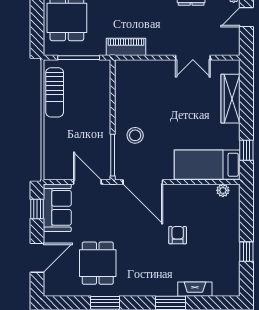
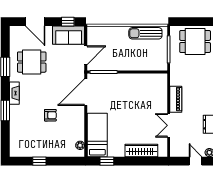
piano: (126, 47) -> (176, 99), moved
stool: (135, 135) -> (117, 87), removed
fireplace: (195, 289) -> (14, 93), moved

